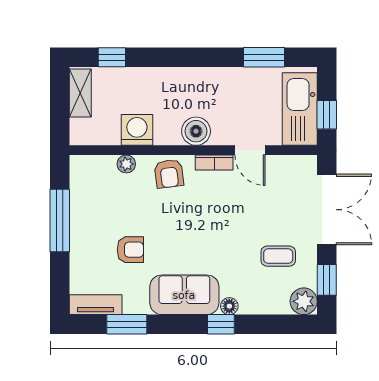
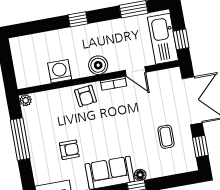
window: (112, 57) -> (78, 19), moved
shelving: (80, 93) -> (18, 54), removed
plant: (126, 164) -> (26, 100), moved
coffee table: (278, 256) -> (166, 137), turned 90
plant: (304, 301) -> (188, 163), removed

